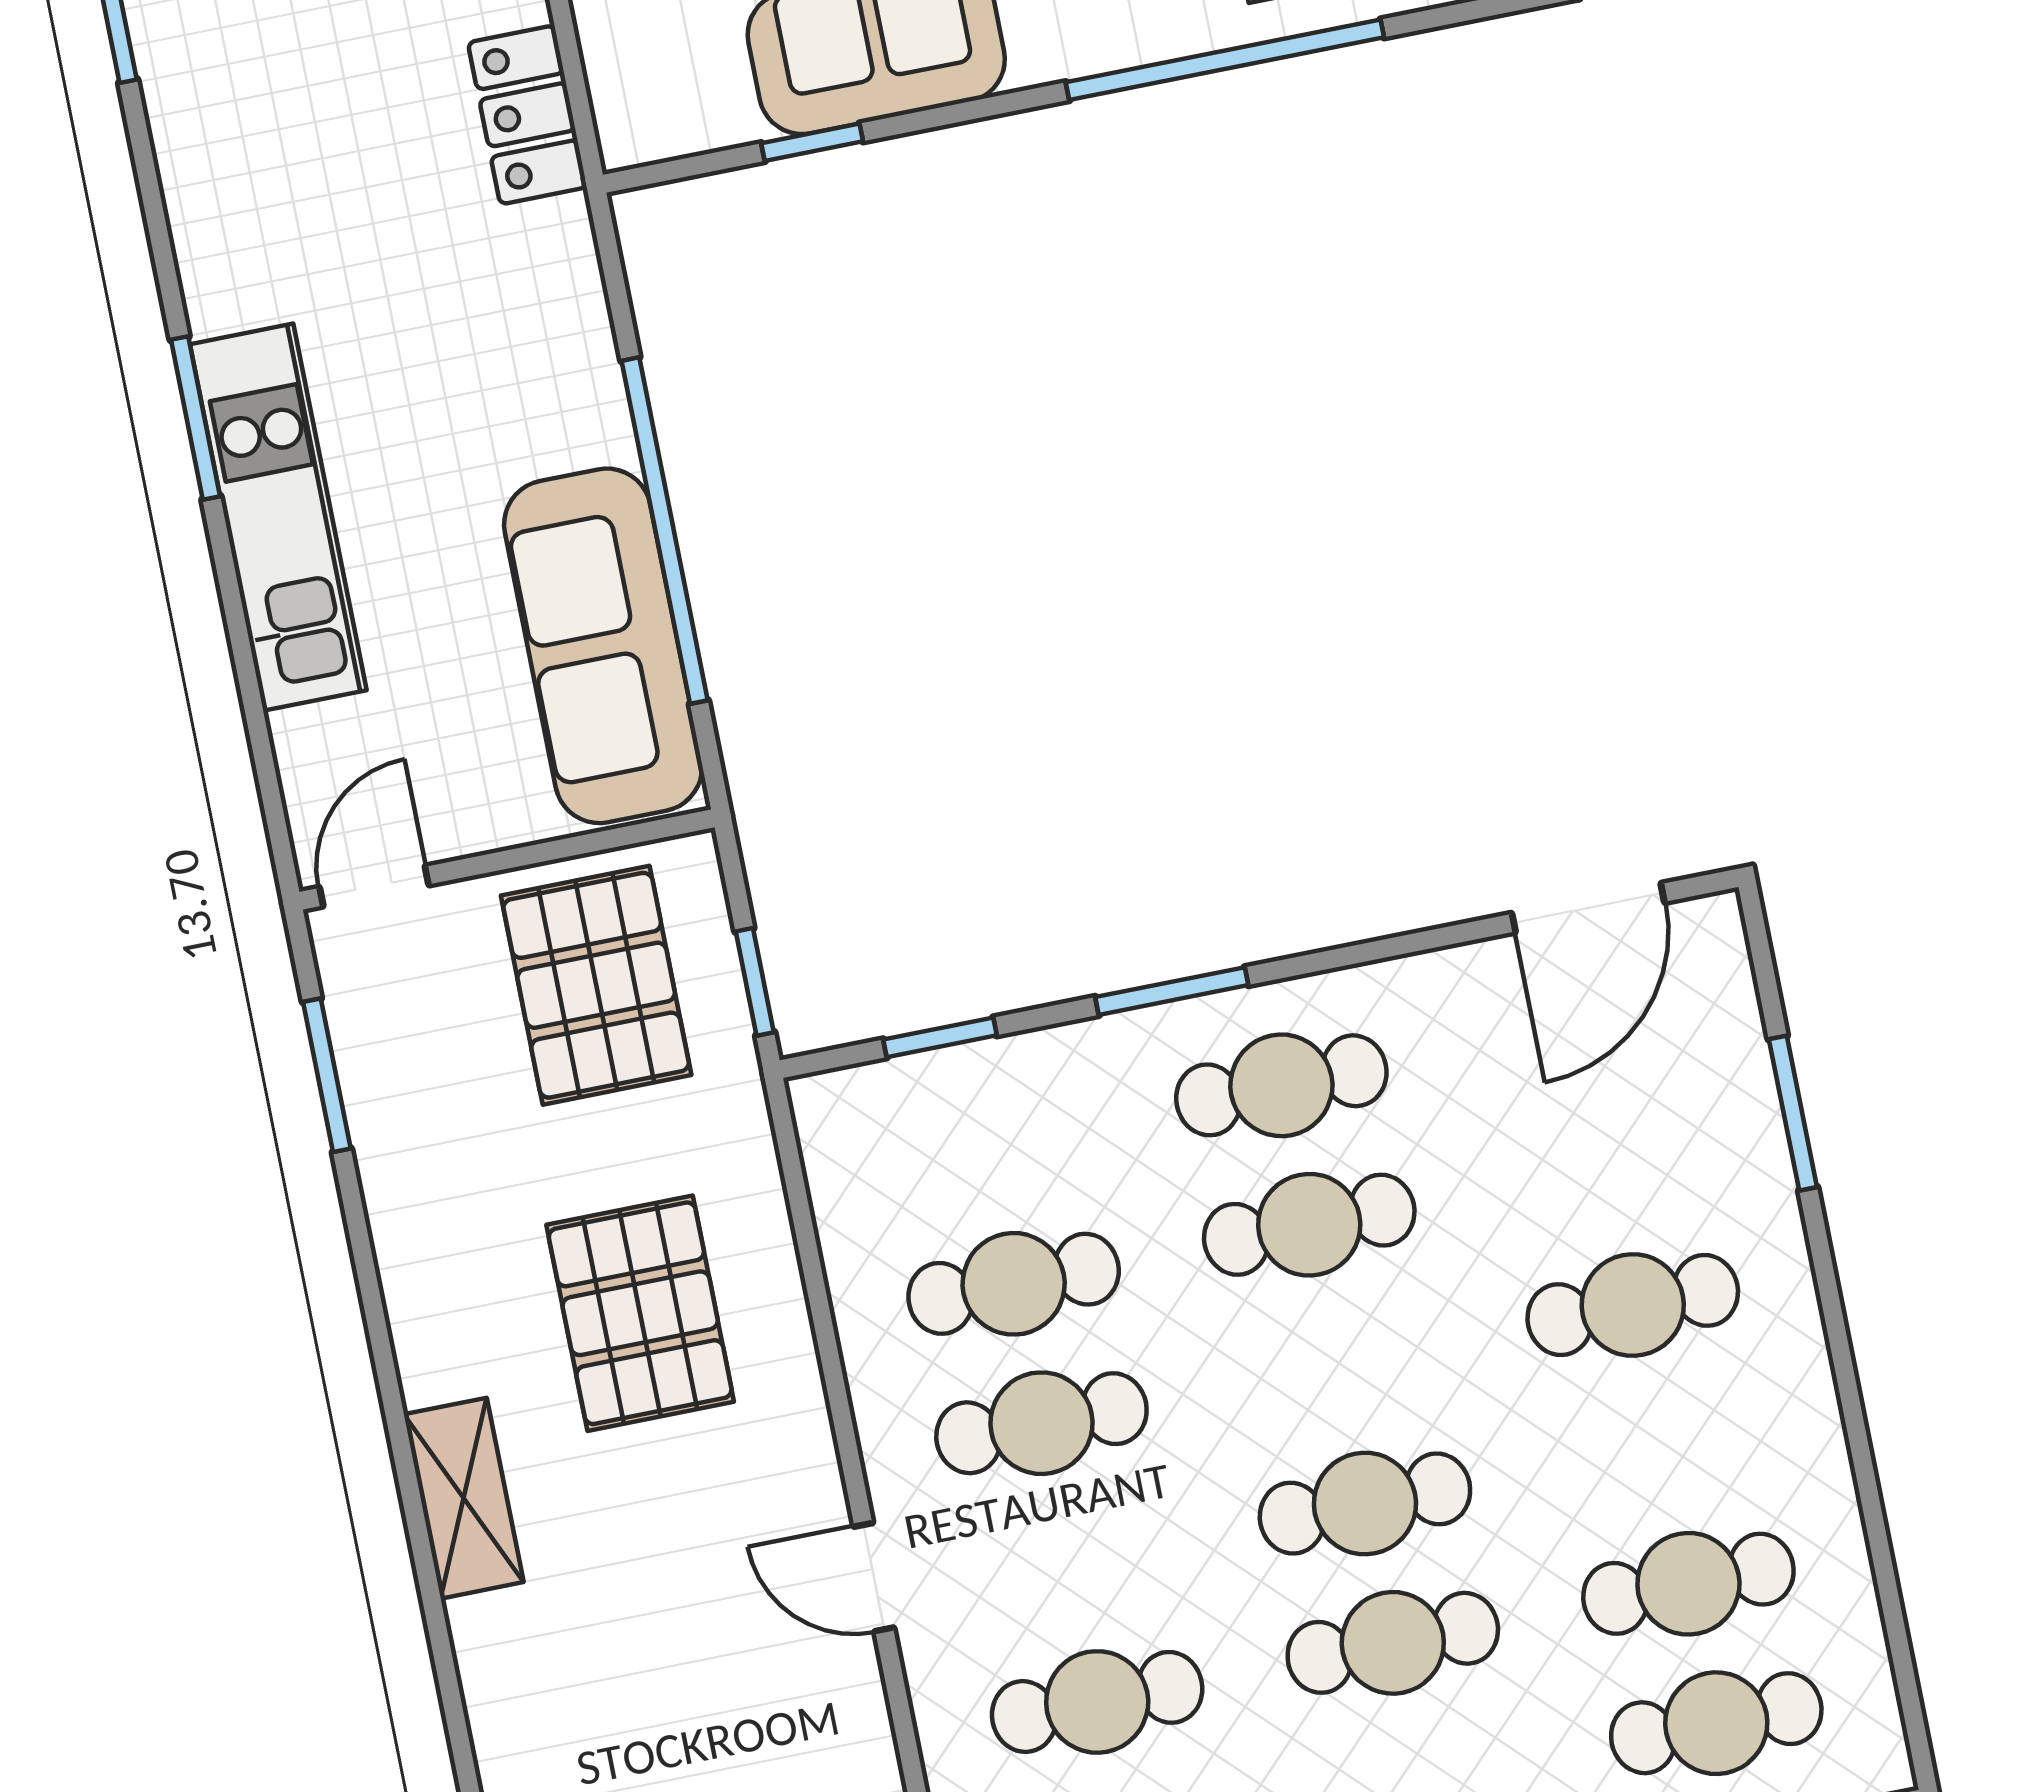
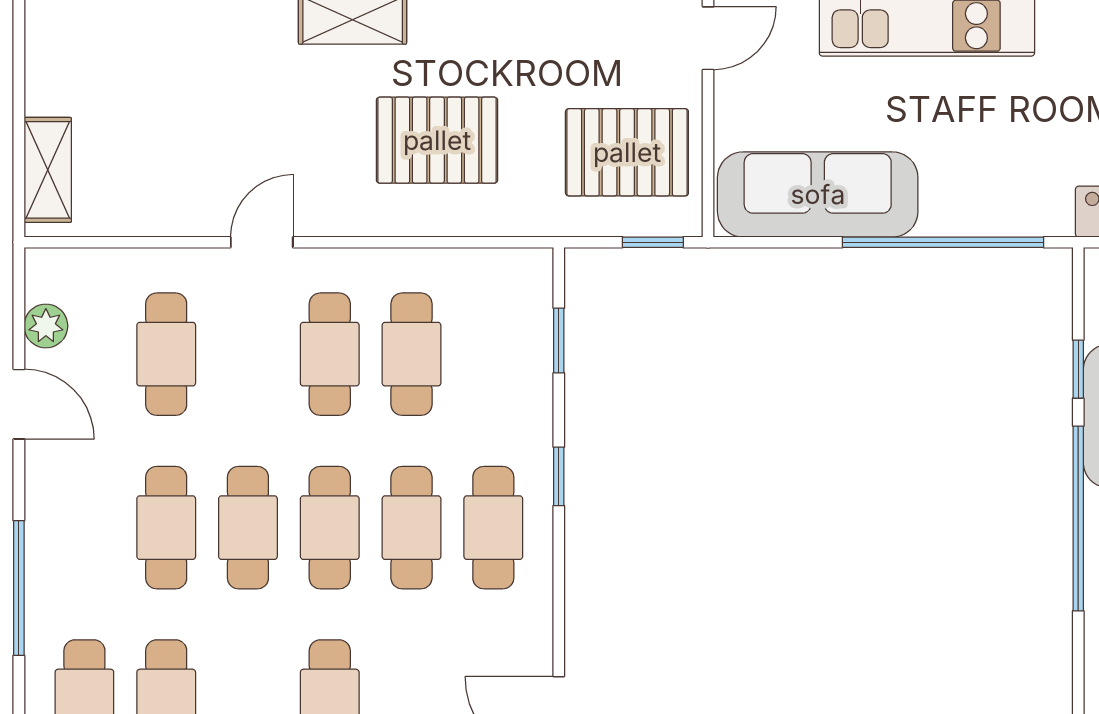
window: (1225, 60) -> (1078, 519), moved
window: (665, 531) -> (943, 242), moved
door: (374, 886) -> (708, 38), hinge flipped
window: (755, 982) -> (653, 242), moved
window: (1172, 991) -> (559, 476), width x0.67
cafe table: (1337, 1364) -> (330, 528), added

